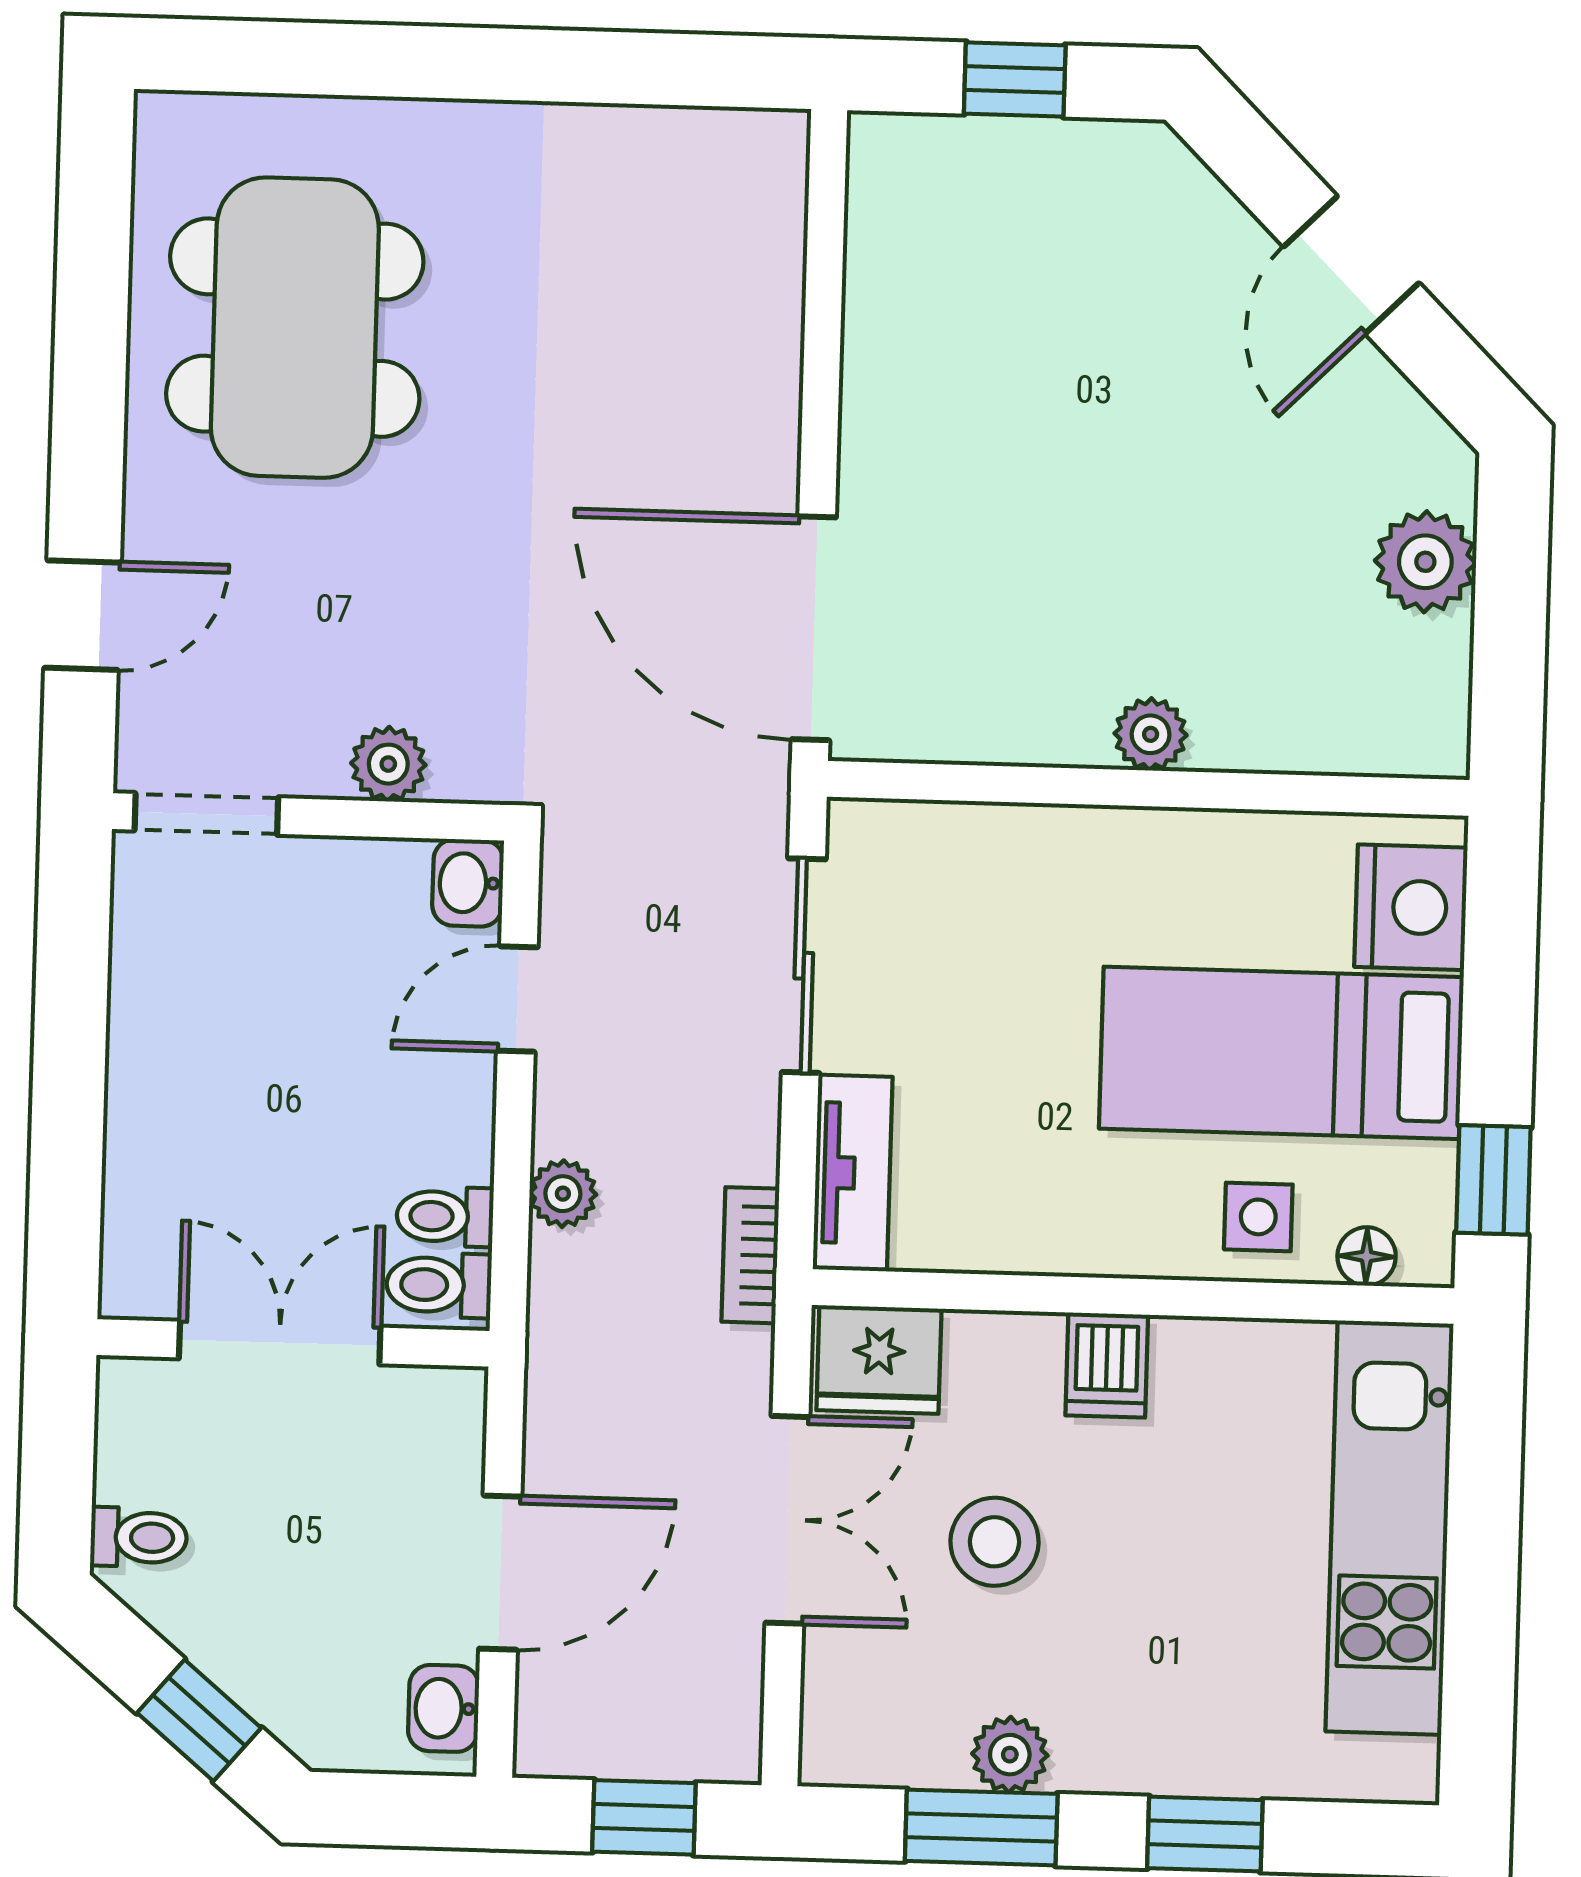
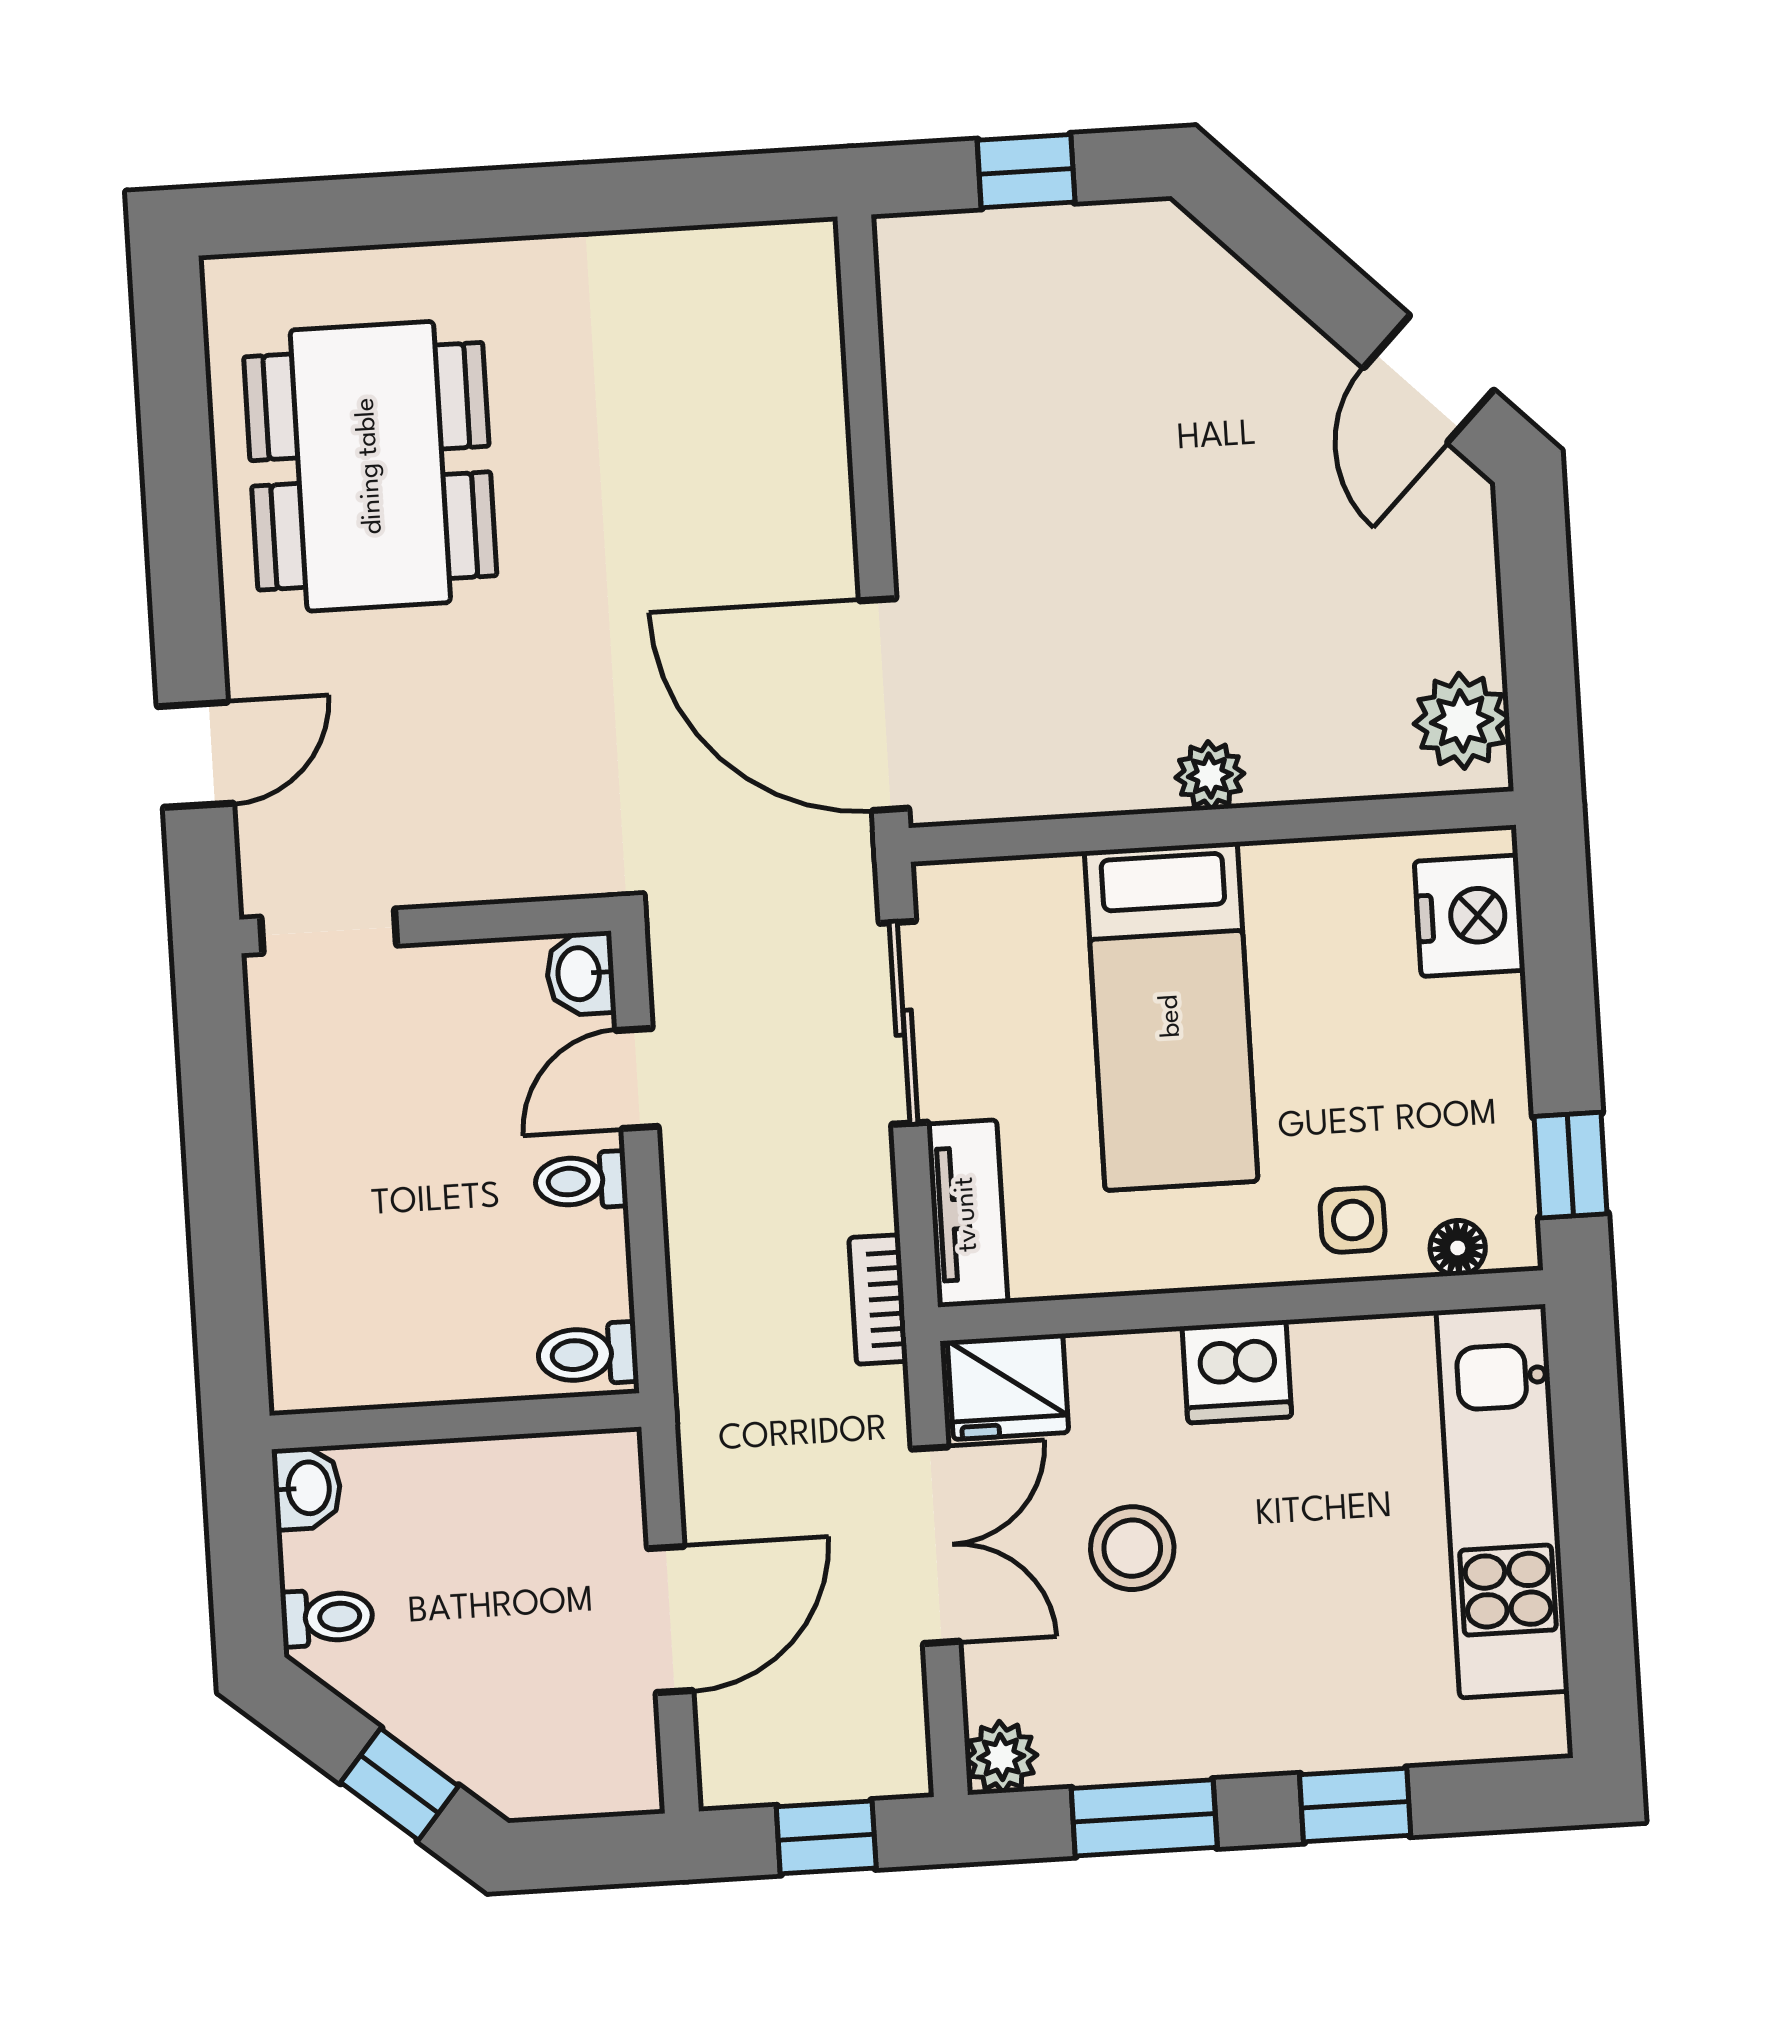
door: (1351, 265) -> (1429, 379), moved
plant: (1425, 562) -> (1462, 721), moved
plant: (388, 764) -> (496, 869), removed
bed: (1281, 1053) -> (1171, 1016), moved, turned -90
plant: (563, 1194) -> (697, 1258), removed
toilet: (445, 1217) -> (581, 1181), moved
double door: (280, 1343) -> (443, 1422), removed
dishwasher: (1107, 1365) -> (1237, 1372), width x1.38
washbasin: (443, 1708) -> (307, 1488), moved, turned 180
plant: (1010, 1755) -> (1001, 1757), moved

